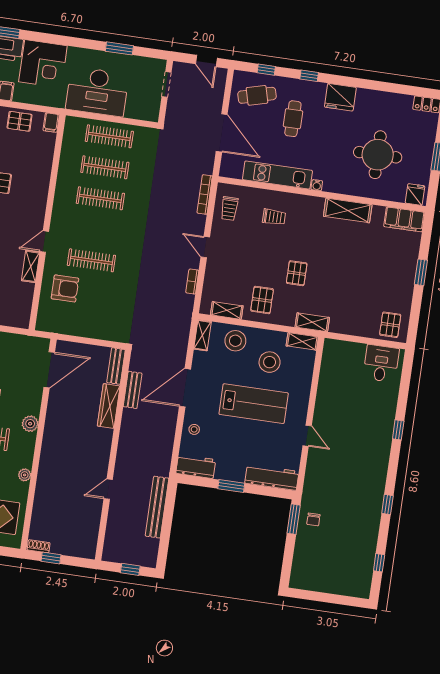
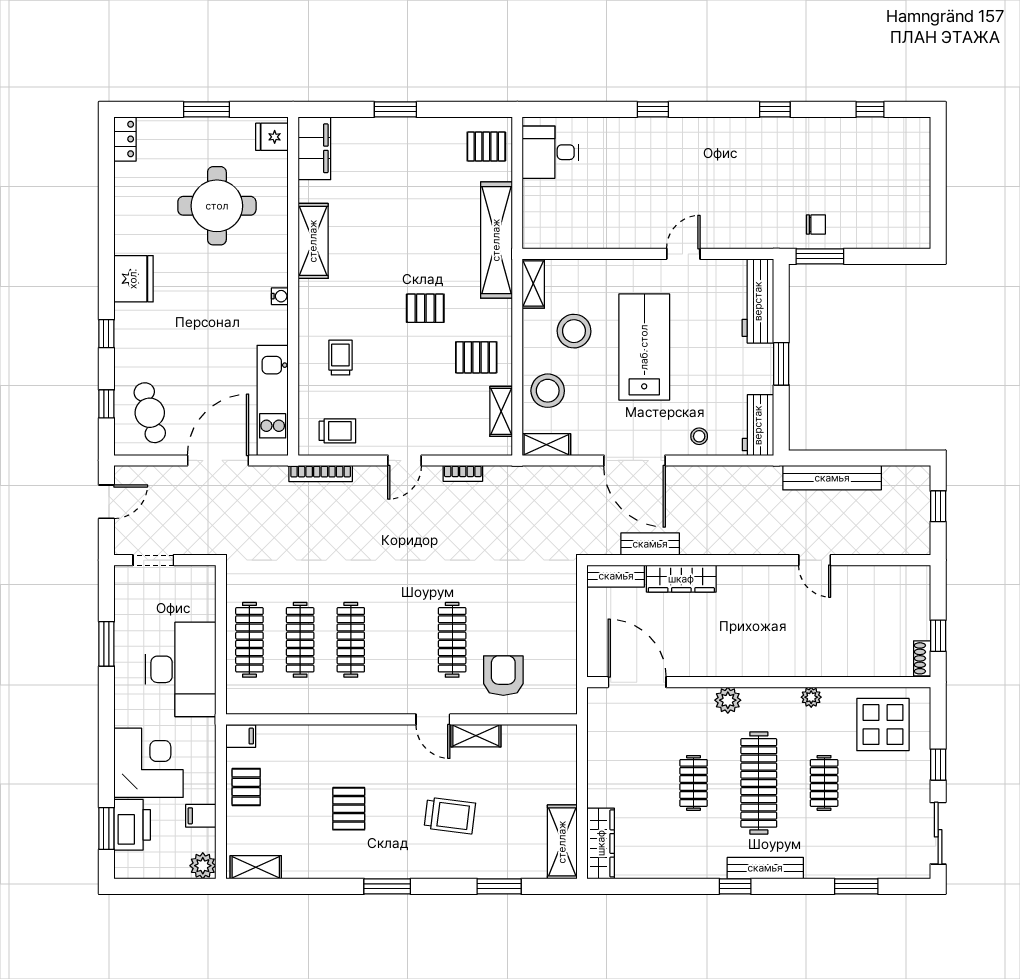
cafe table: (293, 119) -> (179, 350), removed
kitchen unit: (277, 175) -> (273, 400), moved
shelving: (312, 322) -> (496, 240), width x2.20, depth x1.33

